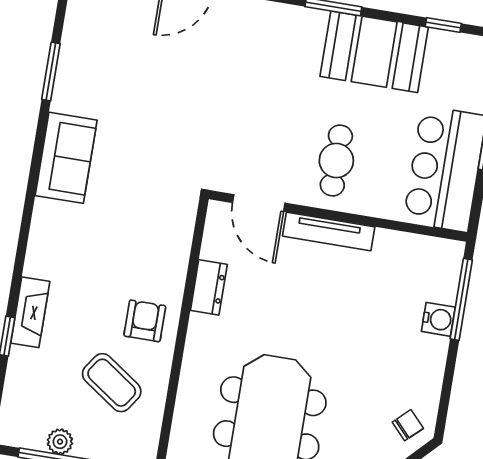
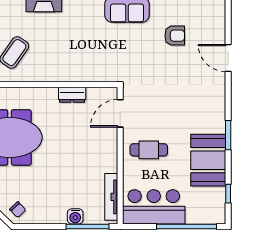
tv unit: (329, 231) -> (111, 197), moved
armchair: (145, 321) -> (175, 36), moved

